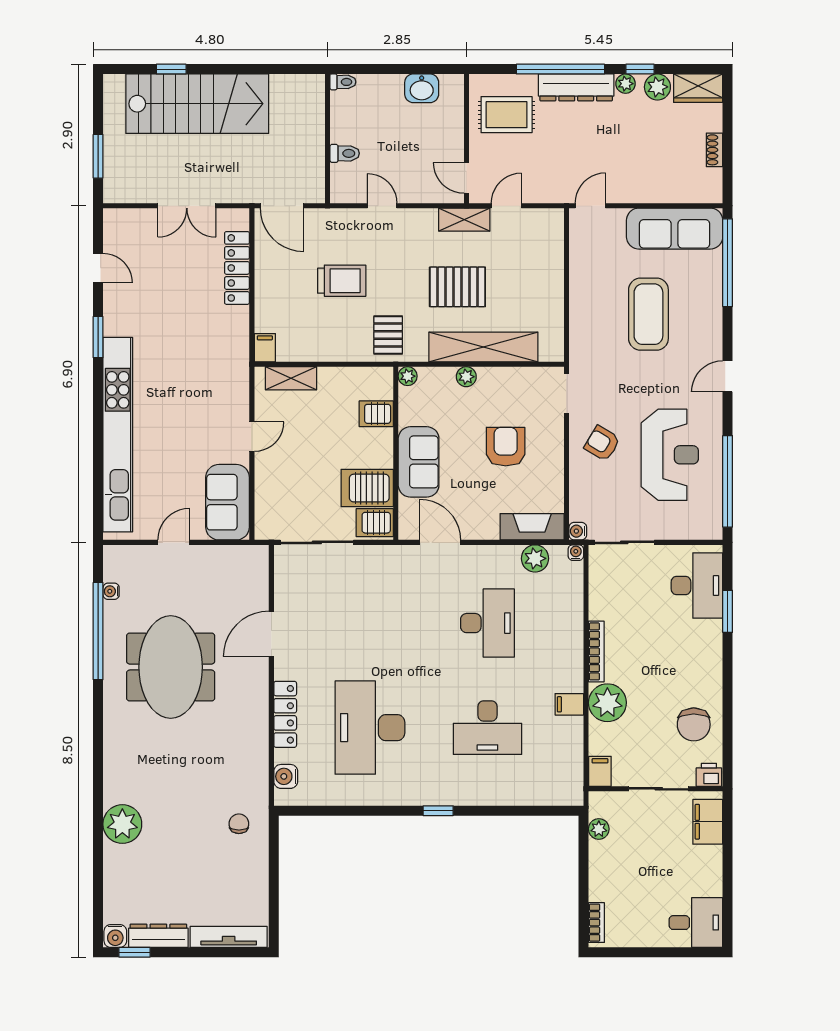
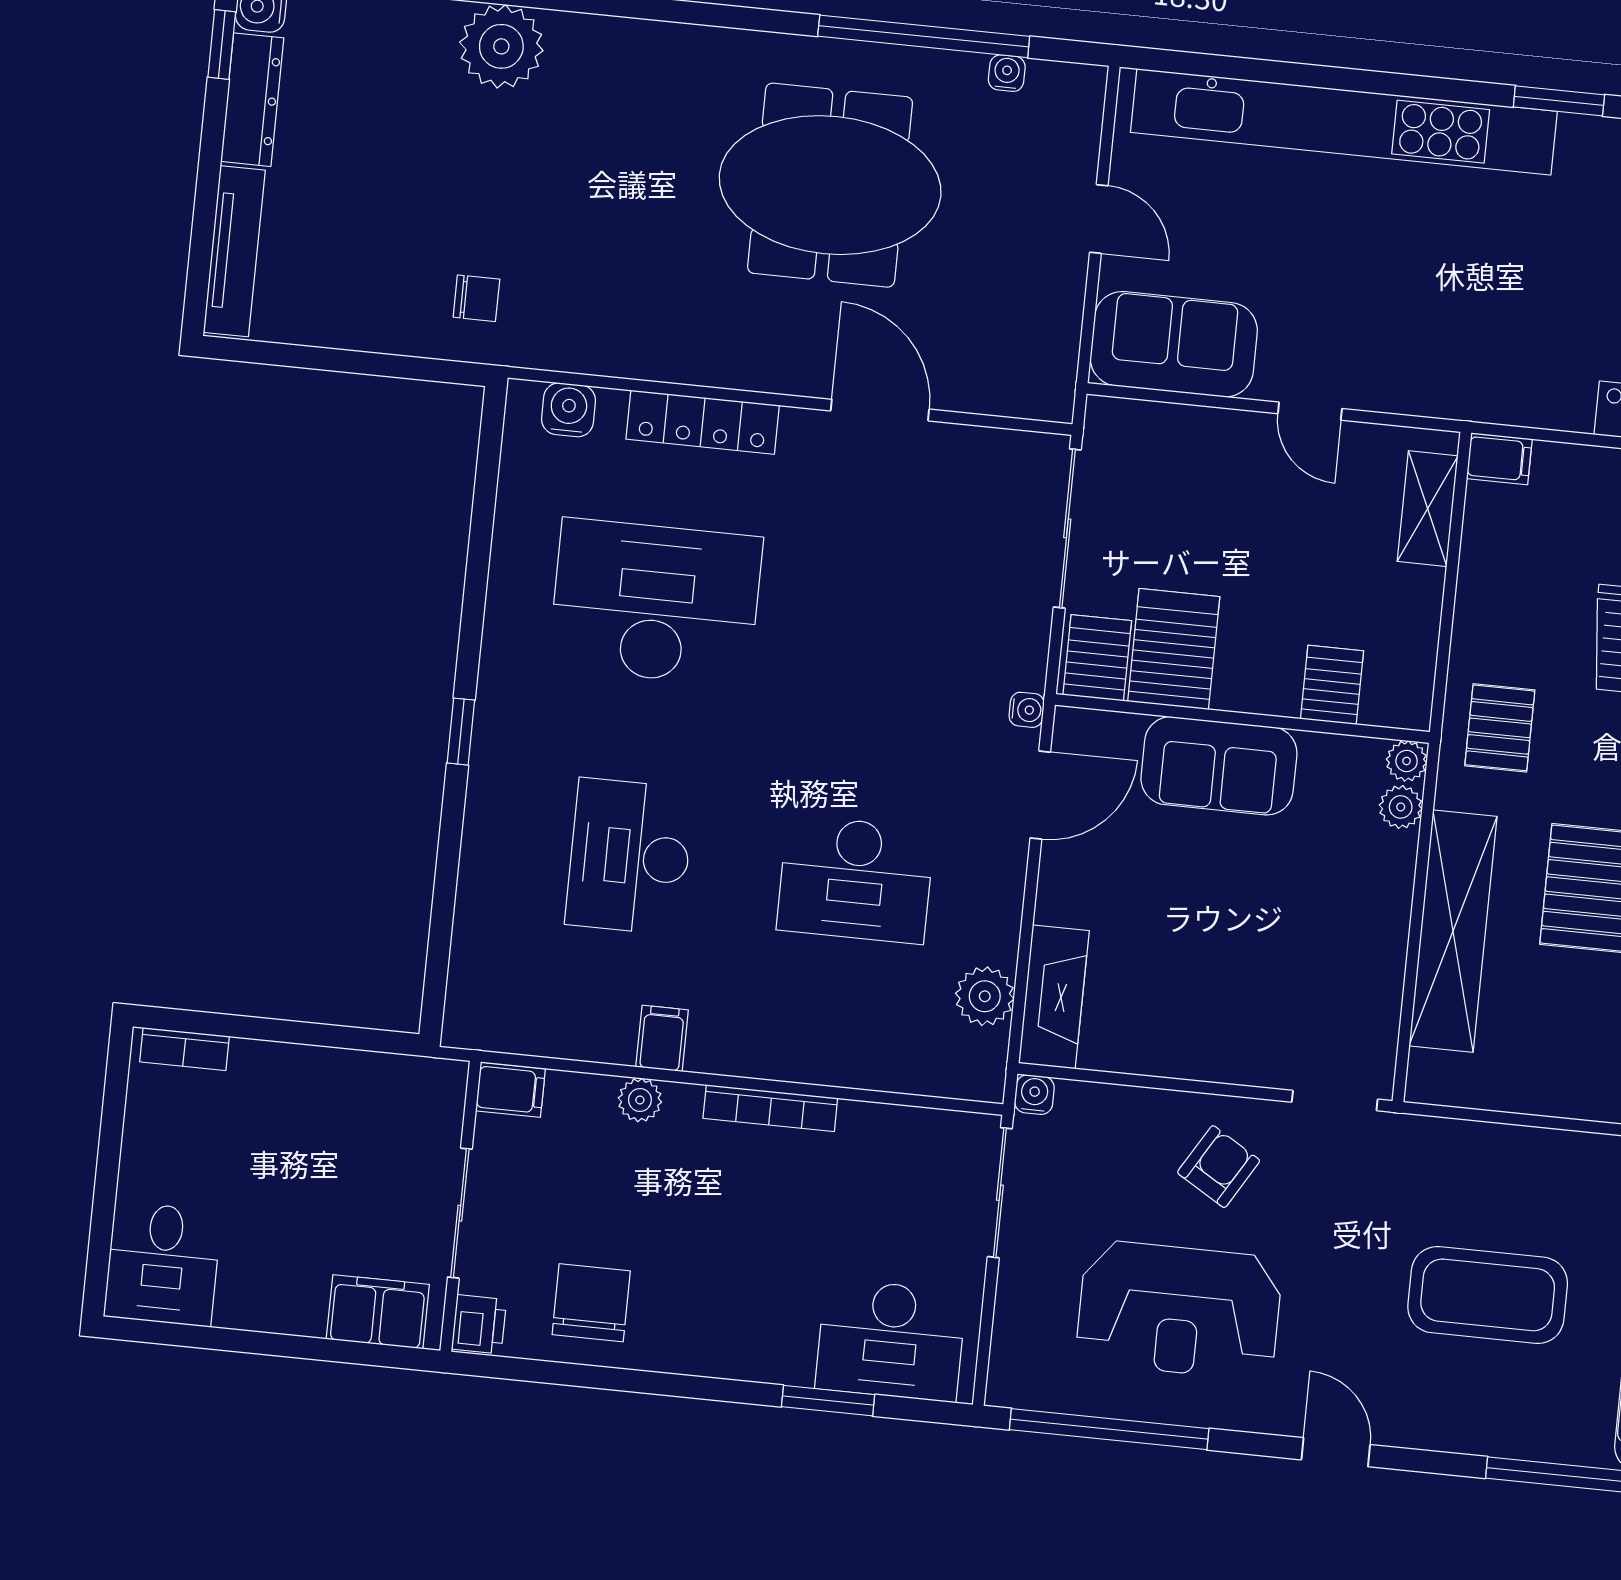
pallet: (388, 335) -> (1500, 728), turned 90
plant: (466, 377) -> (1401, 807), moved
armchair: (506, 447) -> (1233, 957), removed
water cooler: (576, 553) -> (1027, 710), moved
plant: (607, 703) -> (640, 1100), width x0.53, depth x0.53
chair: (694, 724) -> (591, 1303), turned 90
plant: (599, 829) -> (386, 1075), removed

